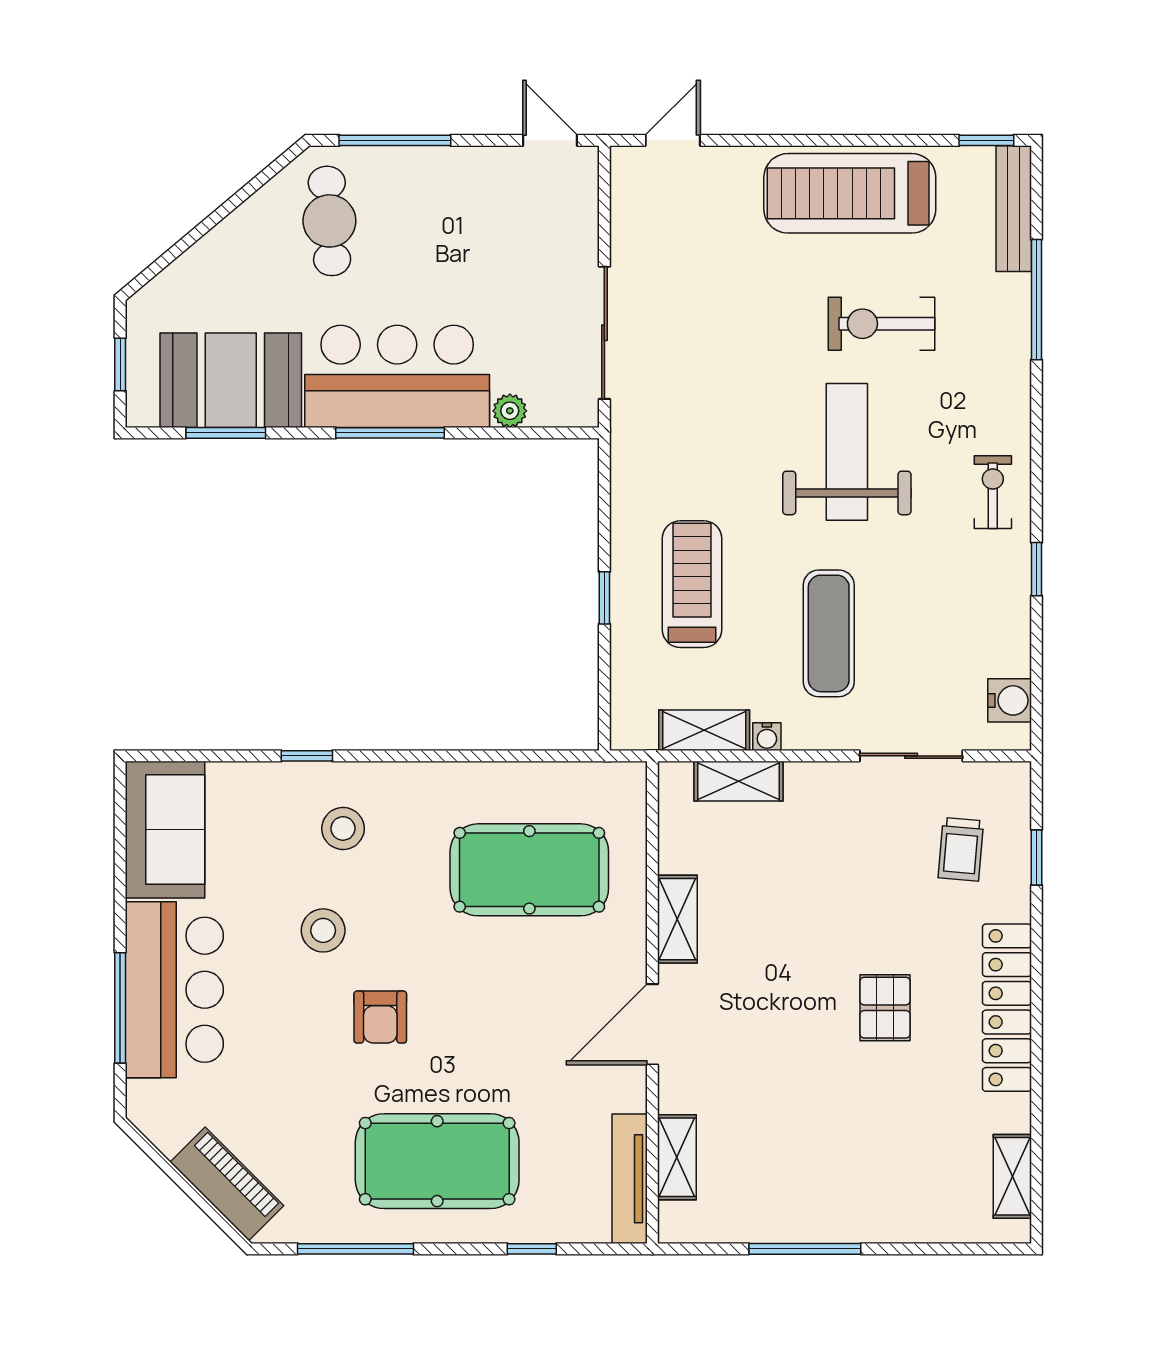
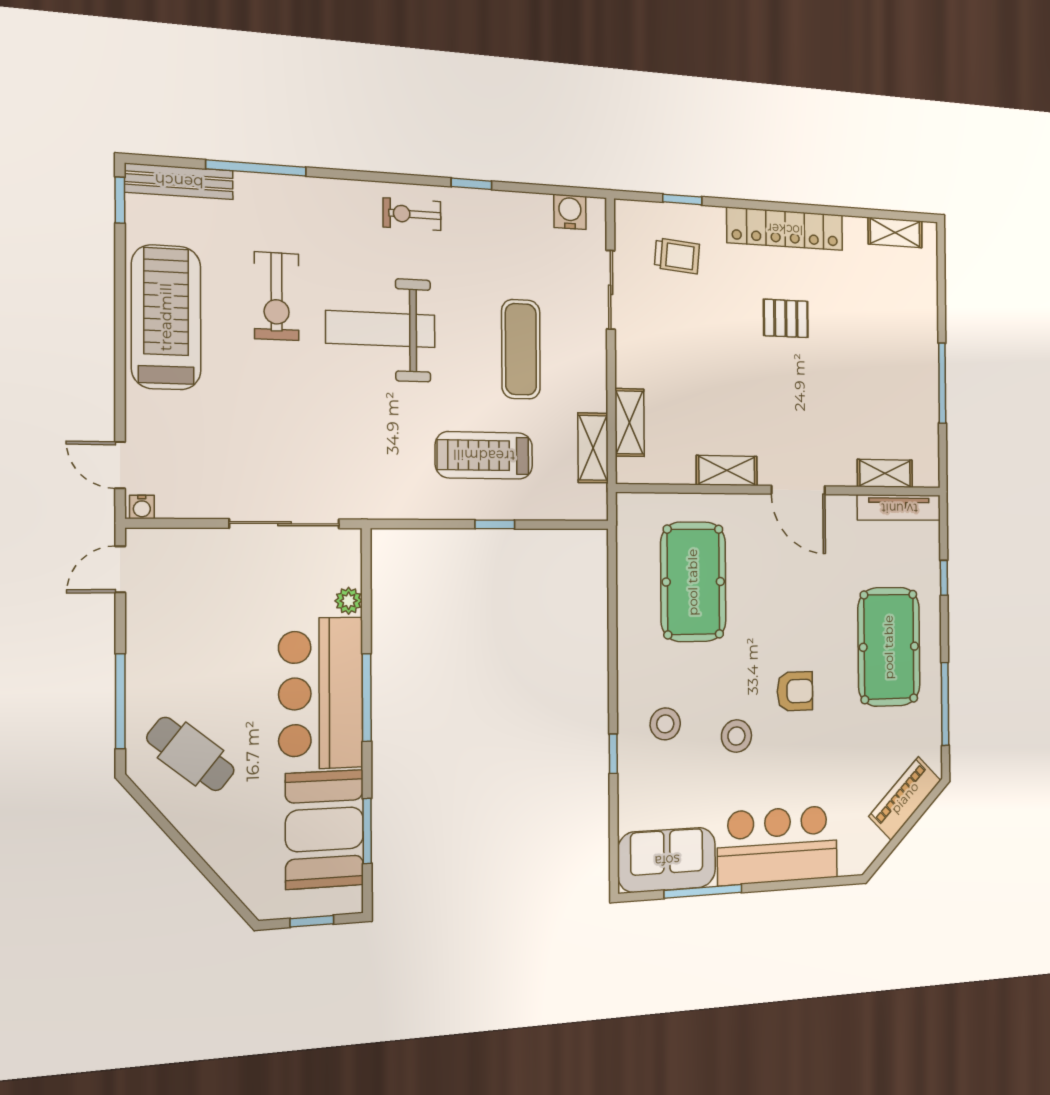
treadmill: (850, 193) -> (166, 317), turned 180
cafe table: (329, 221) -> (191, 754), turned 43
exercise mat: (829, 633) -> (521, 349), turned 90
water cooler: (767, 737) -> (142, 507), moved, turned 90
window: (120, 1008) -> (703, 891), moved

